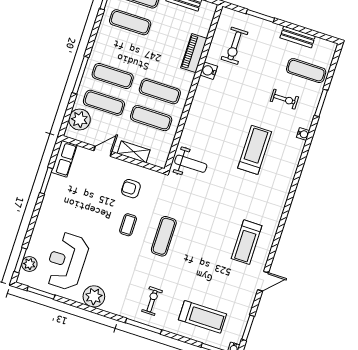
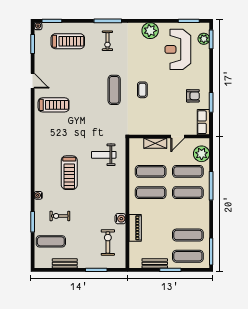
weight bench: (191, 164) -> (104, 155), moved
armchair: (131, 189) -> (193, 96), moved
treadmill: (247, 242) -> (54, 105), turned 90
reception desk: (67, 261) -> (178, 49), turned 180
door: (263, 281) -> (33, 81), swing flipped
treadmill: (202, 317) -> (68, 41), turned 180

